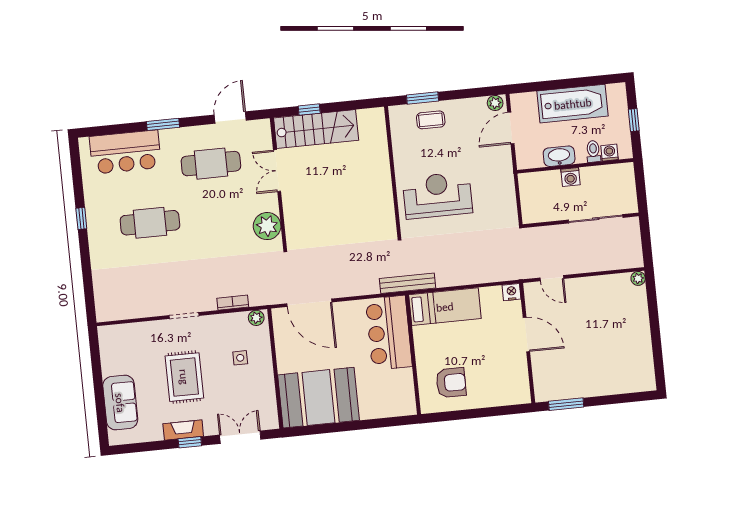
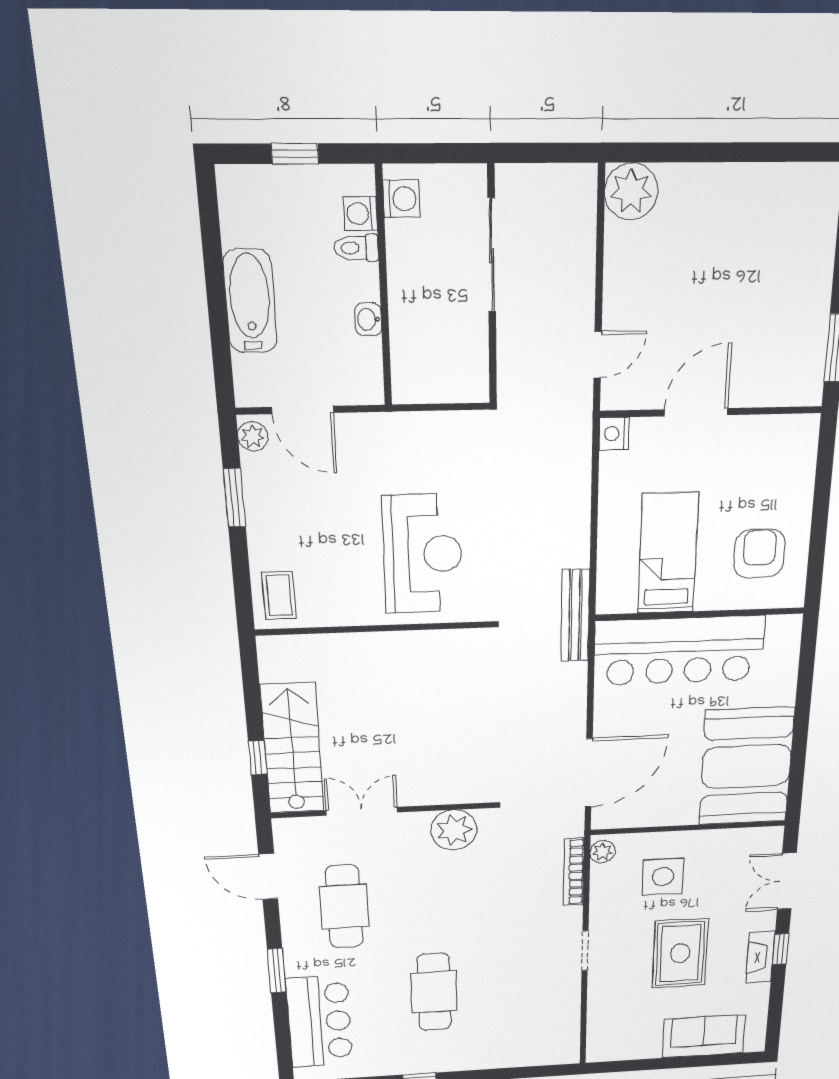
window: (423, 98) -> (234, 498), moved
bathtub: (573, 104) -> (250, 301), width x0.73, depth x0.73
coffee table: (431, 120) -> (279, 595), moved
washbasin: (559, 156) -> (368, 319), width x0.52, depth x0.69
double door: (277, 171) -> (362, 811), swing flipped
washing machine: (570, 177) -> (401, 199), moved
reception desk: (438, 195) -> (423, 554), turned 180
plant: (638, 278) -> (631, 191), width x1.88, depth x1.88
bookcase: (233, 303) -> (574, 872), width x1.56
bed: (445, 307) -> (668, 553), moved
bar counter: (389, 333) -> (679, 651), width x1.36
side table: (240, 358) -> (663, 877), width x1.87, depth x1.87
rug: (184, 377) -> (680, 953), turned 90

